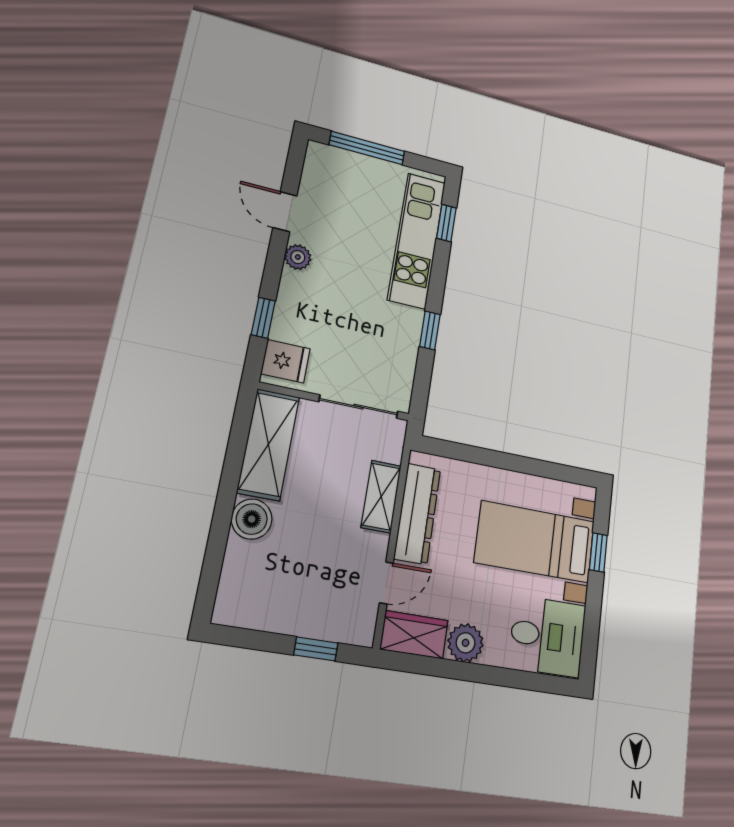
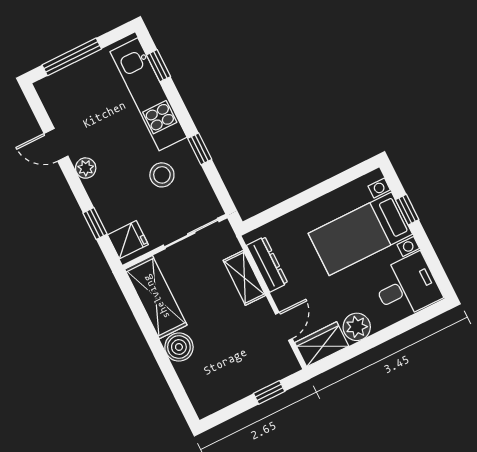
stool: (372, 325) -> (162, 175), added
dresser: (417, 514) -> (267, 264), width x0.73, depth x0.80

